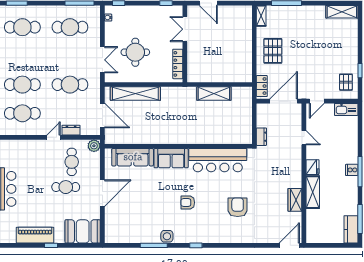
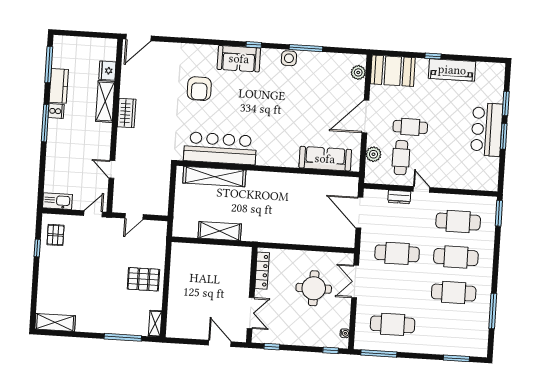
cafe table: (22, 27) -> (454, 293), moved
pallet: (273, 51) -> (143, 279), turned 90
locker: (262, 86) -> (160, 237), removed
shelving: (135, 94) -> (214, 177), moved
door: (284, 101) -> (134, 216), width x0.53
door: (53, 137) -> (422, 189), swing flipped
dresser: (261, 137) -> (164, 174), removed
plant: (94, 146) -> (373, 154), moved
sofa: (171, 158) -> (239, 59), moved, turned 180
fridge: (313, 167) -> (107, 71), moved
cooker: (352, 170) -> (56, 111), moved
wardrobe: (295, 200) -> (127, 113), moved
armchair: (188, 203) -> (260, 98), removed
plant: (110, 228) -> (358, 72), added
kitchen counter: (351, 229) -> (59, 86), moved

